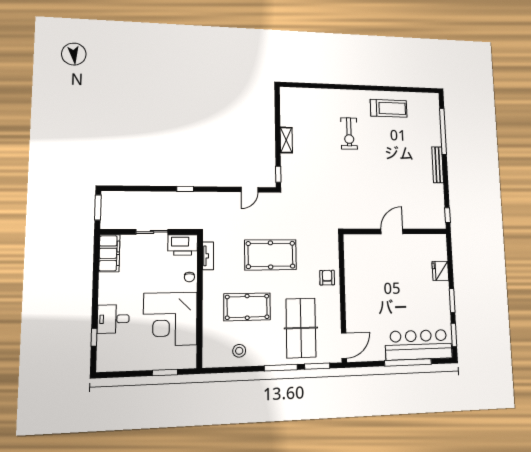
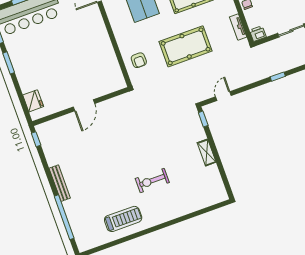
treadmill: (389, 108) -> (123, 219), turned 180
exercise bike: (349, 133) -> (152, 181), turned -90
printer: (183, 245) -> (258, 34), width x0.53, depth x0.68
fridge: (440, 271) -> (33, 101), moved
armchair: (327, 278) -> (139, 60), moved

